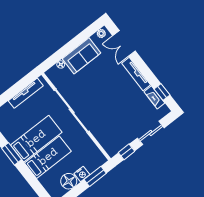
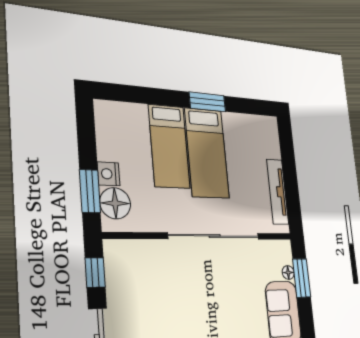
window: (58, 56) -> (302, 278), added
floor lamp: (69, 181) -> (115, 203), moved

